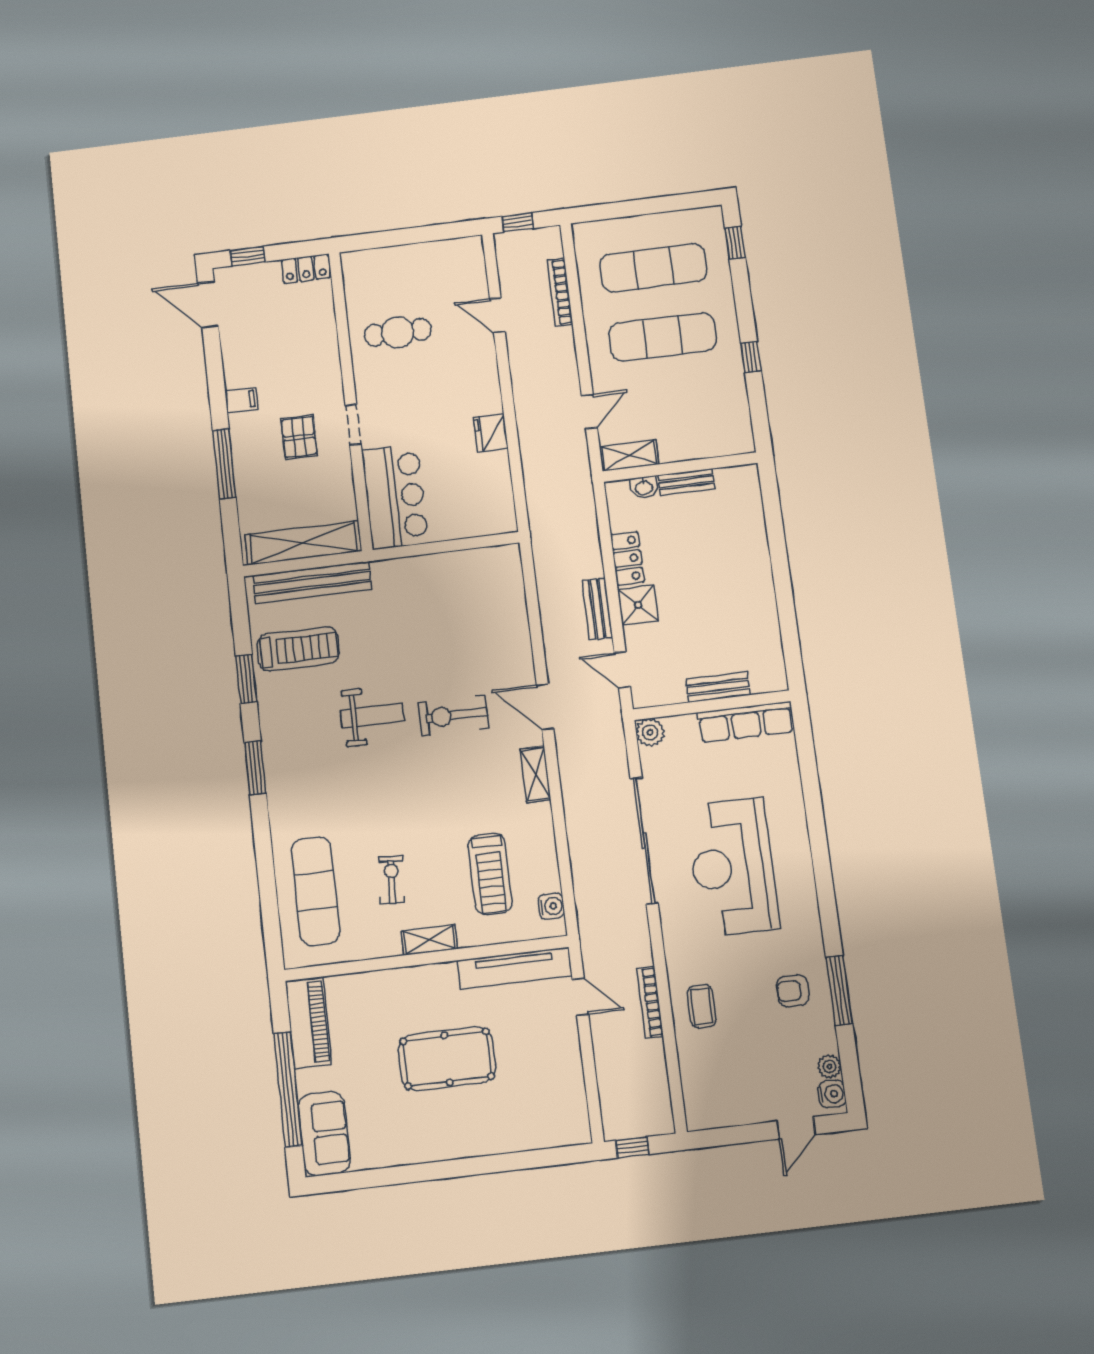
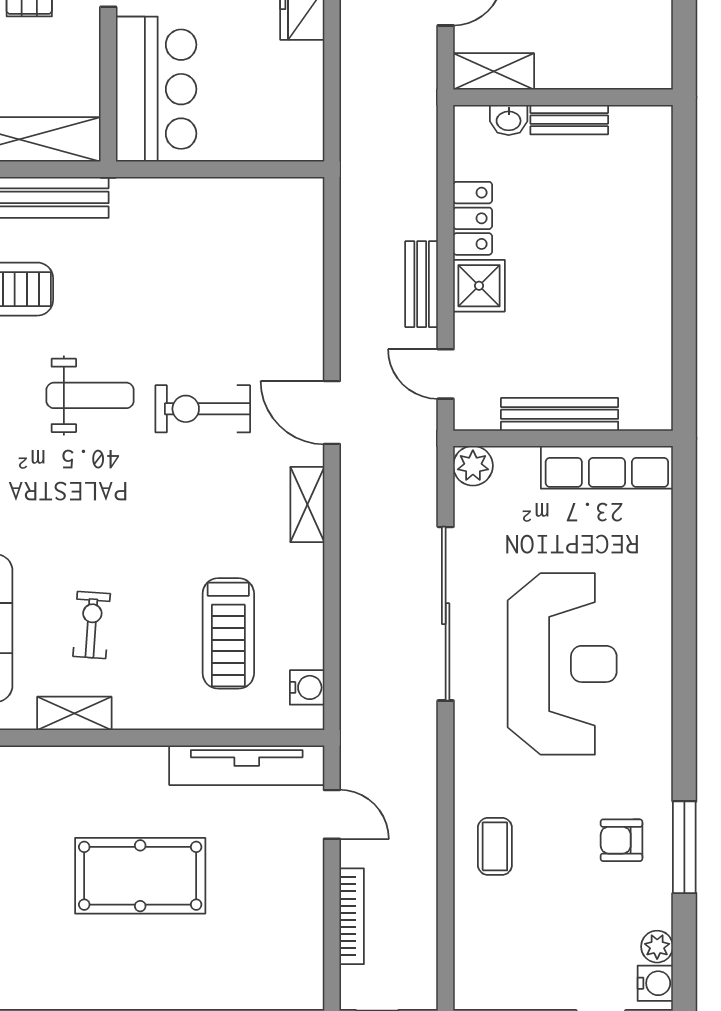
bench: (718, 687) -> (560, 414), width x1.36
reception desk: (733, 867) -> (562, 664), turned 180
shelving: (429, 940) -> (74, 713), moved
bookcase: (650, 1002) -> (352, 916), moved, turned 180

